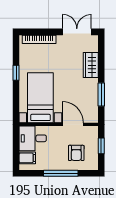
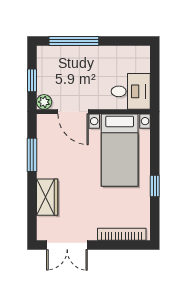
plant: (93, 131) -> (44, 102), added
armchair: (76, 153) -> (68, 70), removed
filing cabinet: (27, 158) -> (139, 63), removed
window: (61, 173) -> (74, 41), moved

